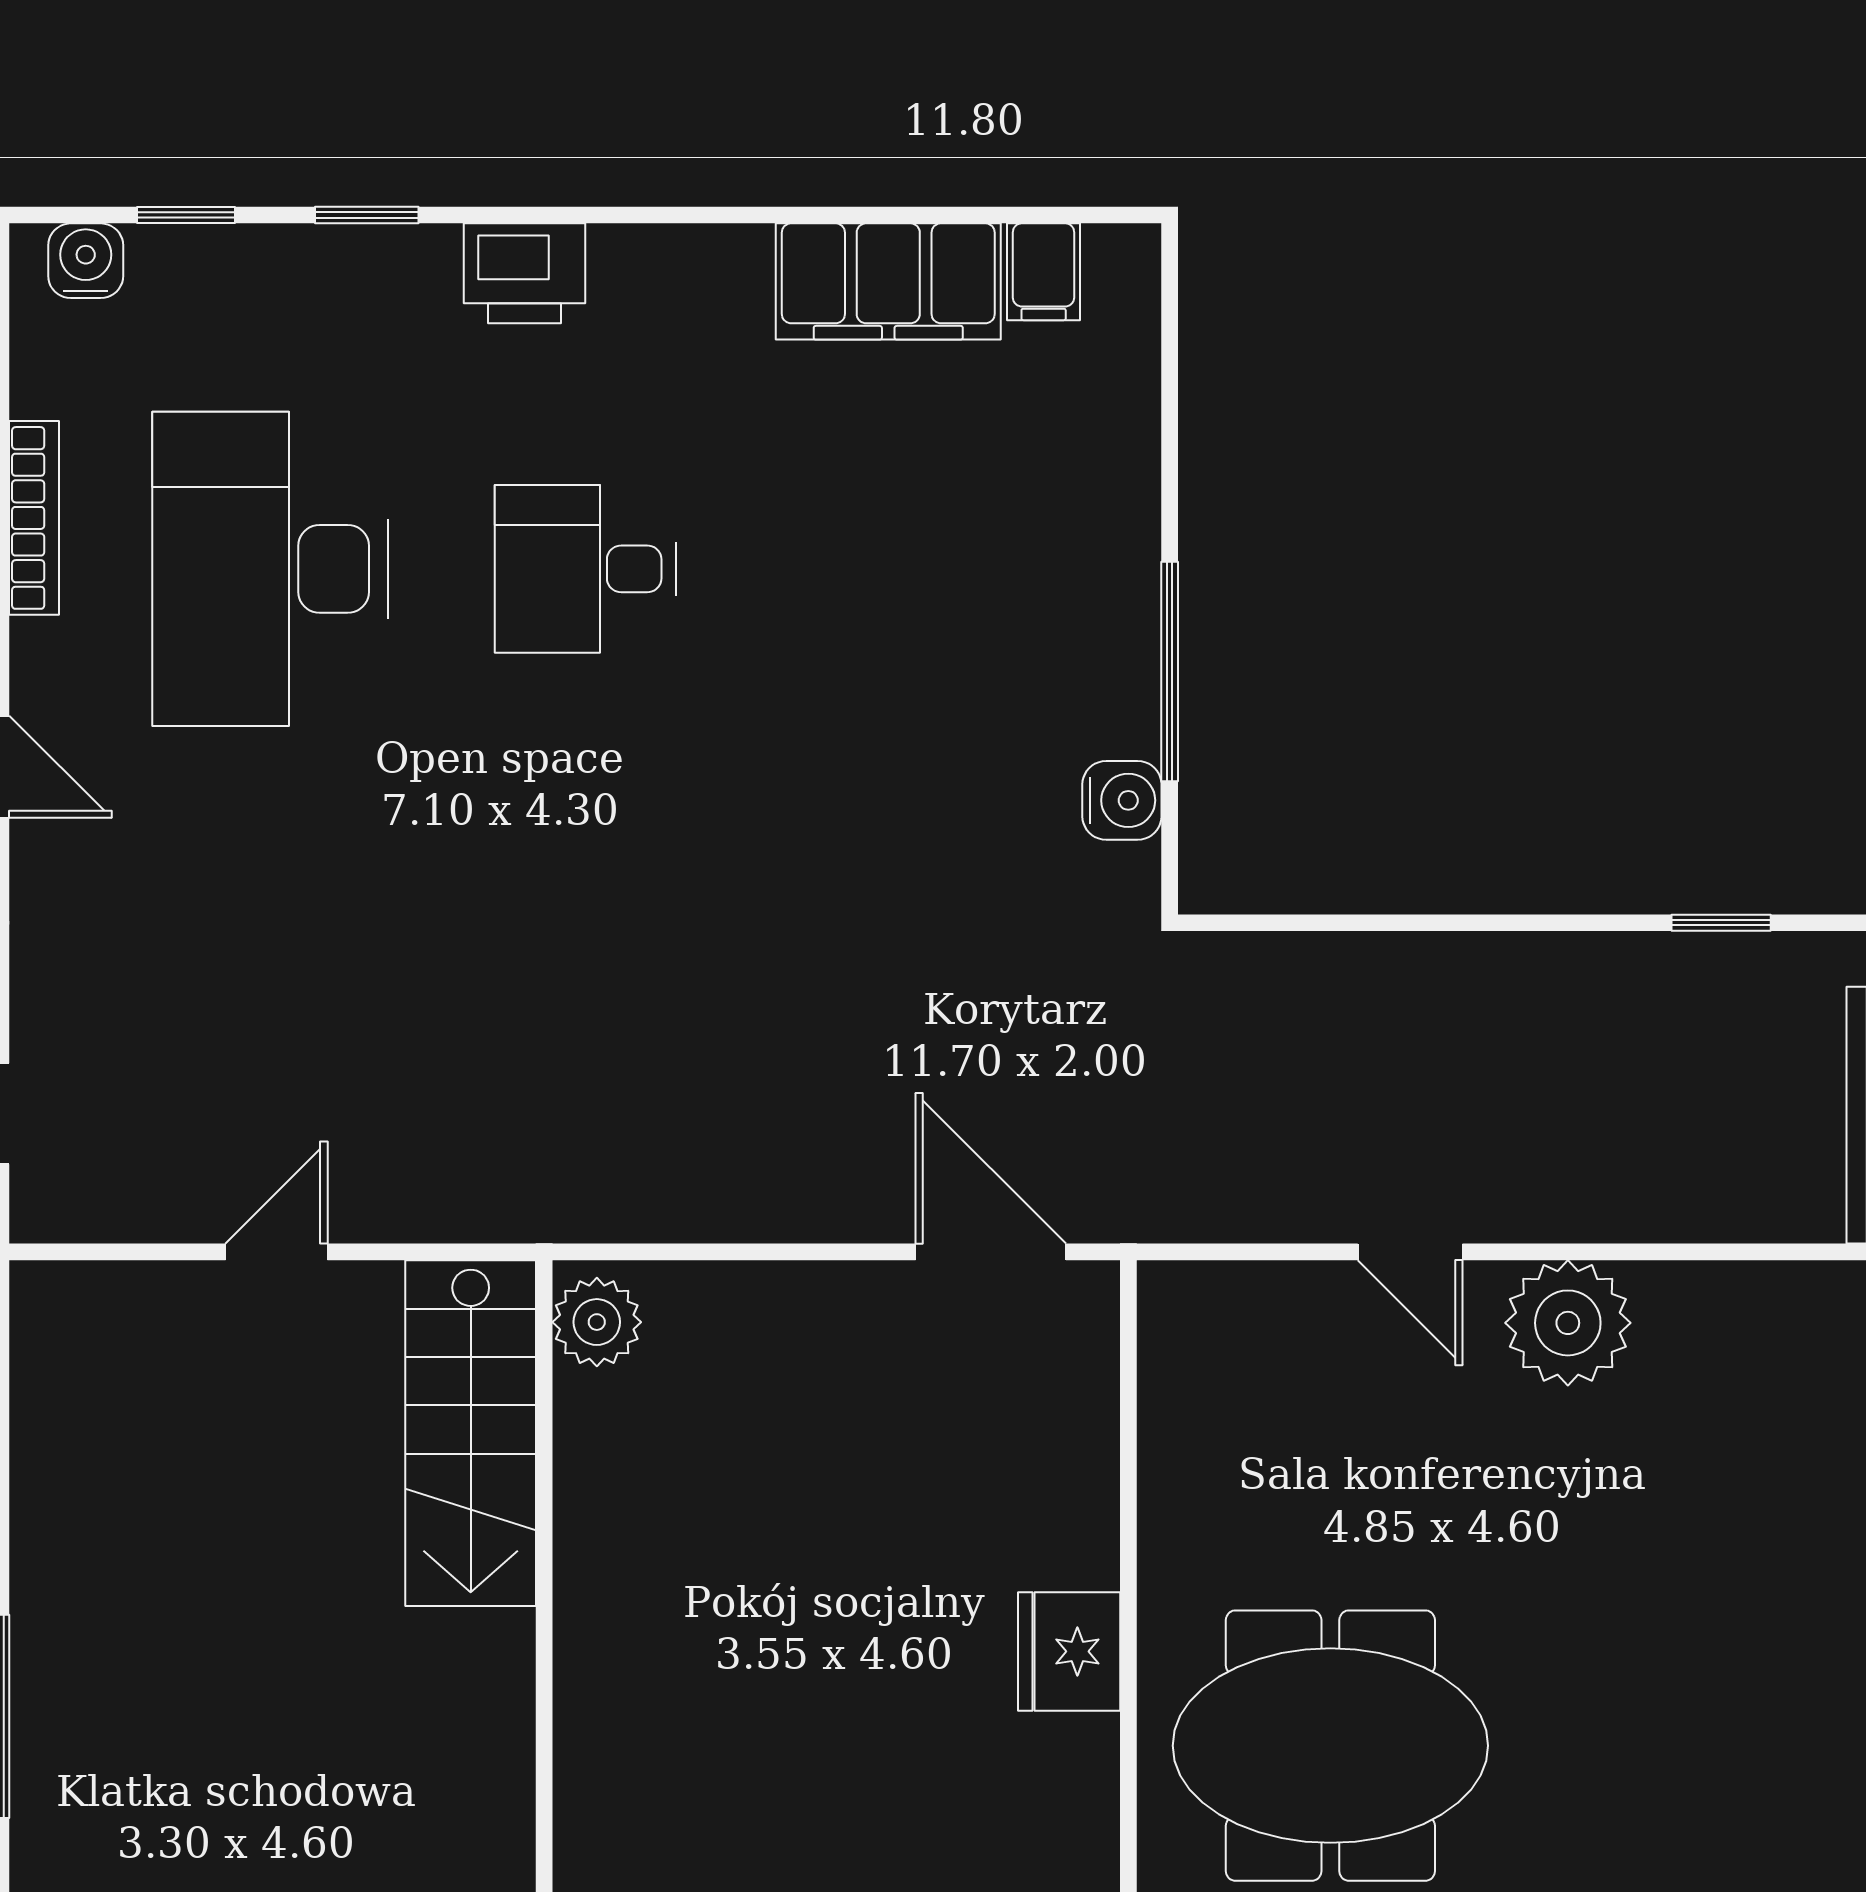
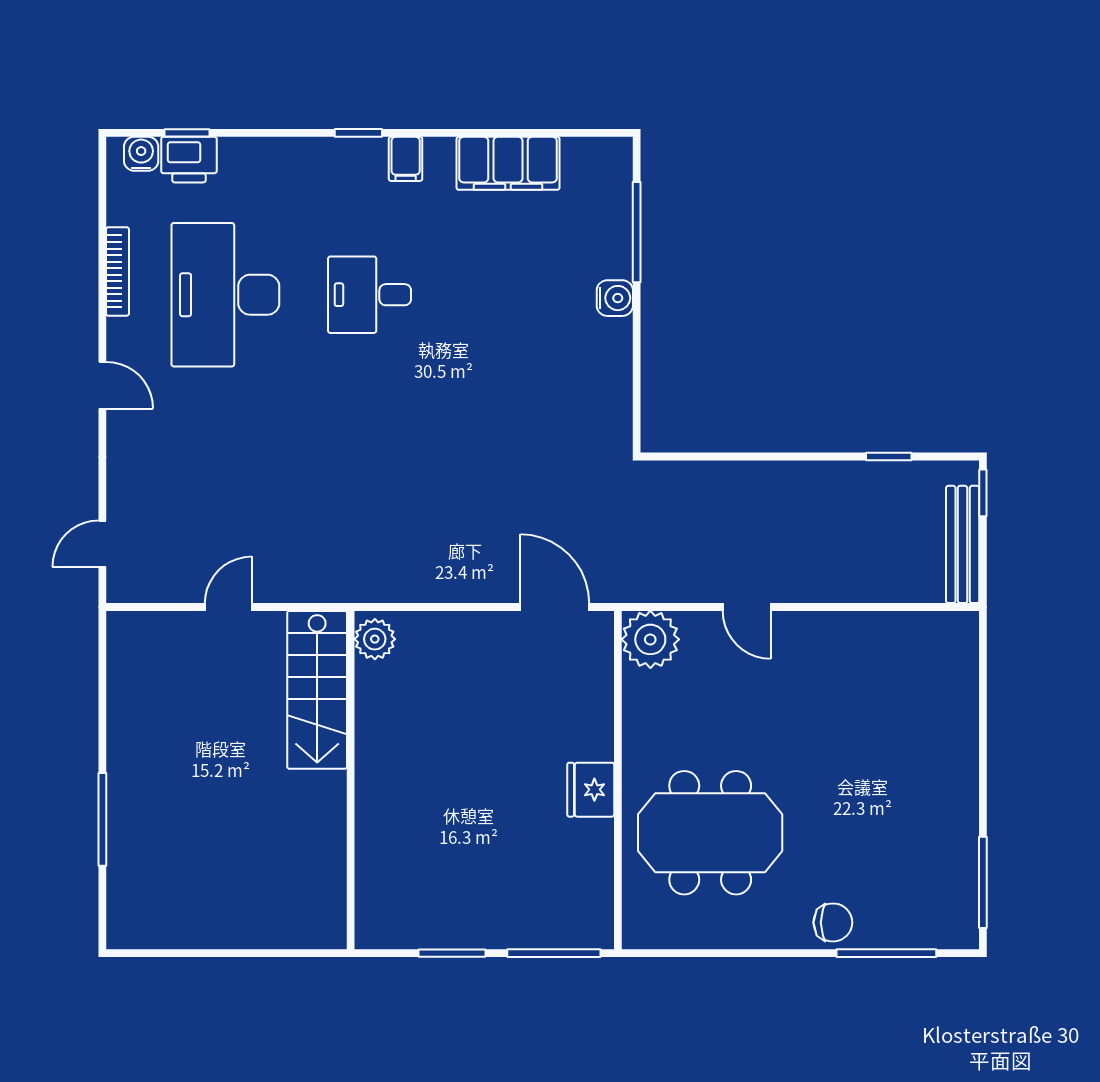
window: (367, 215) -> (358, 133), moved
filing cabinet: (1044, 272) -> (406, 159), moved
printer: (524, 273) -> (189, 160), moved
window: (1170, 671) -> (637, 232), moved
water cooler: (1122, 800) -> (615, 298), moved
plant: (1568, 1323) -> (650, 639), moved

